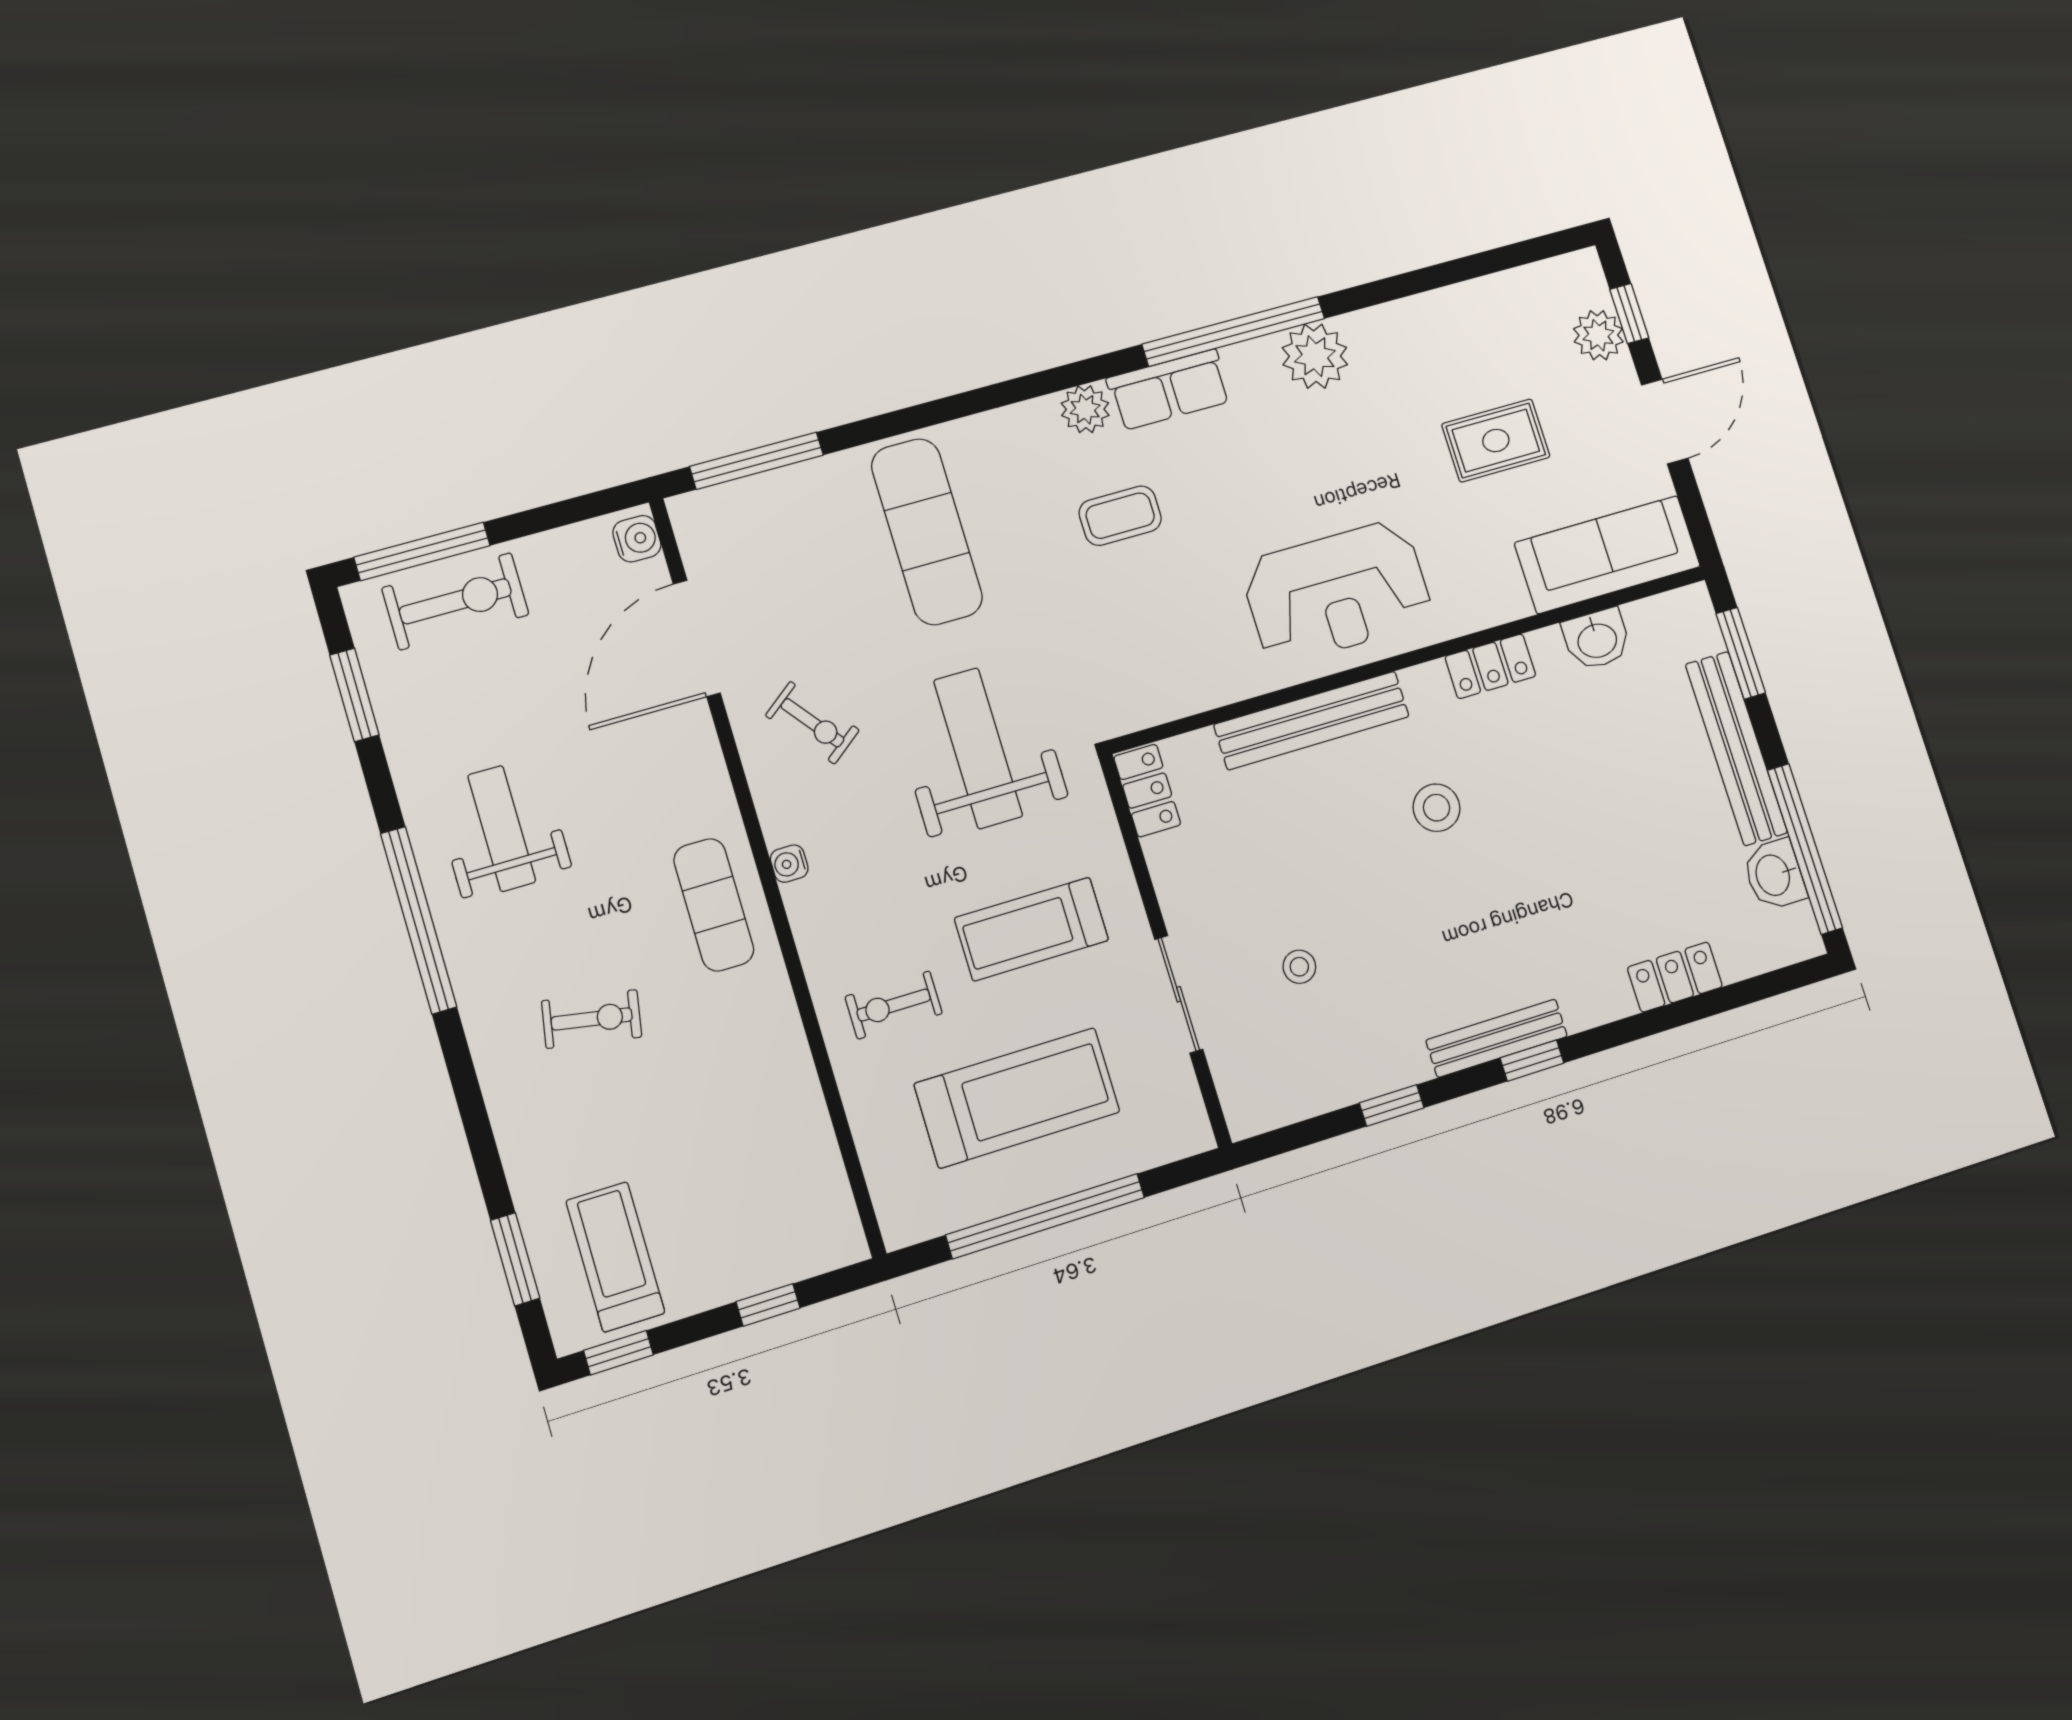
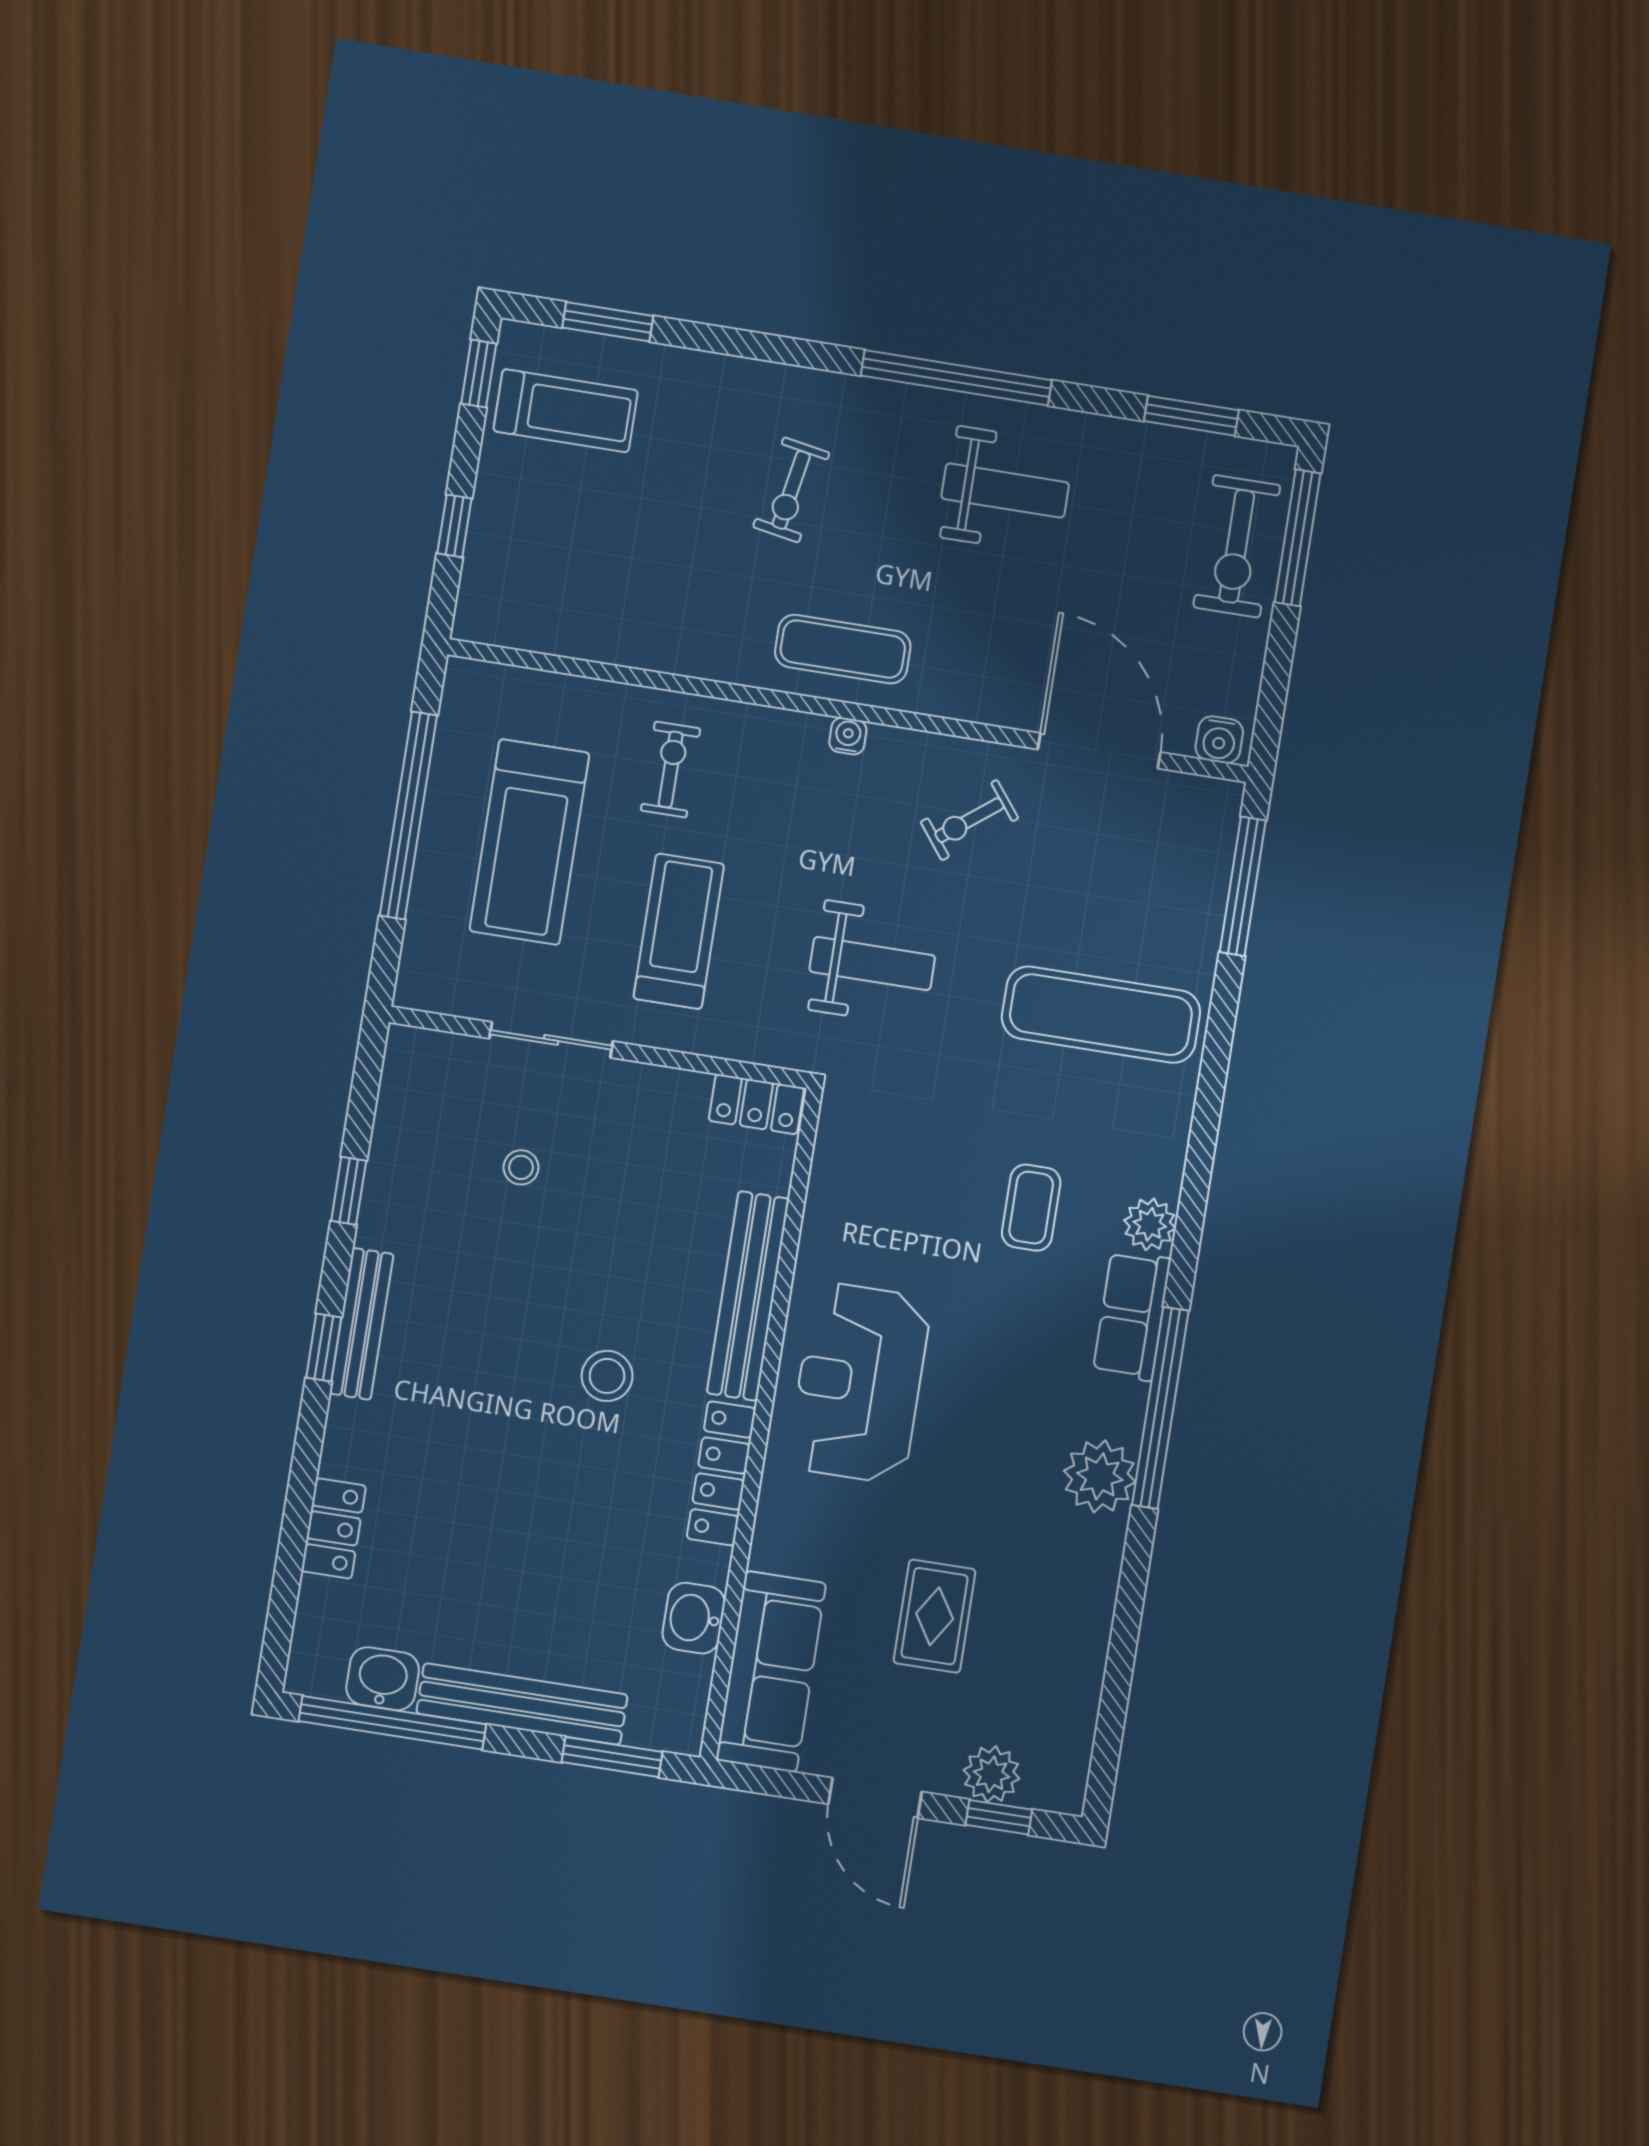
locker: (1490, 666) -> (721, 1473), width x1.53
weight bench: (978, 748) -> (872, 964), width x0.73, depth x0.75

